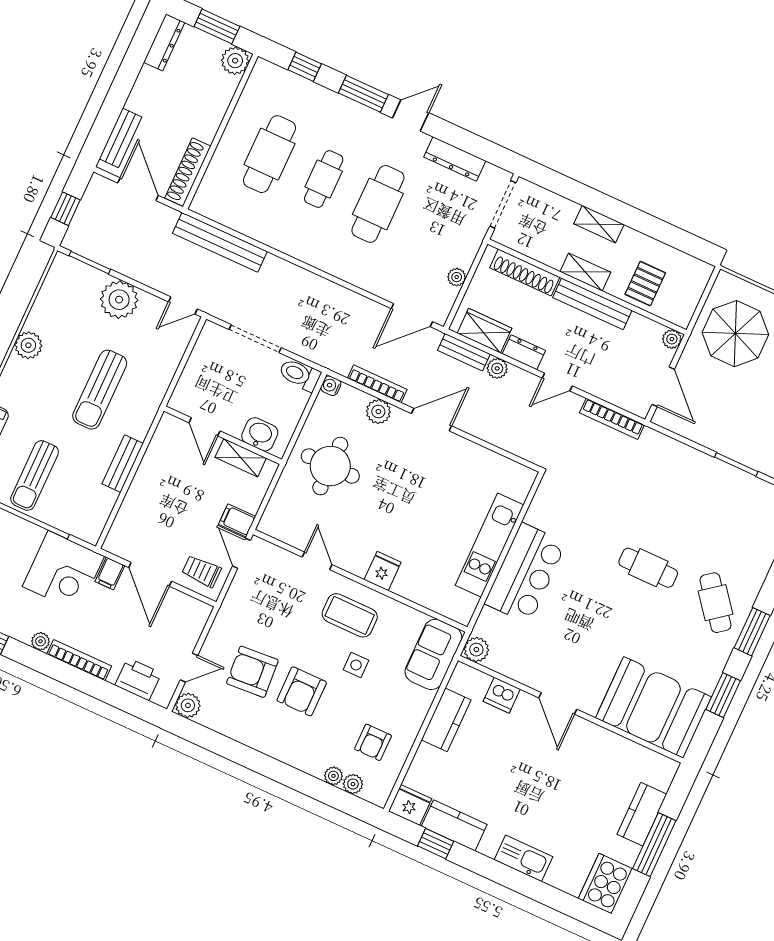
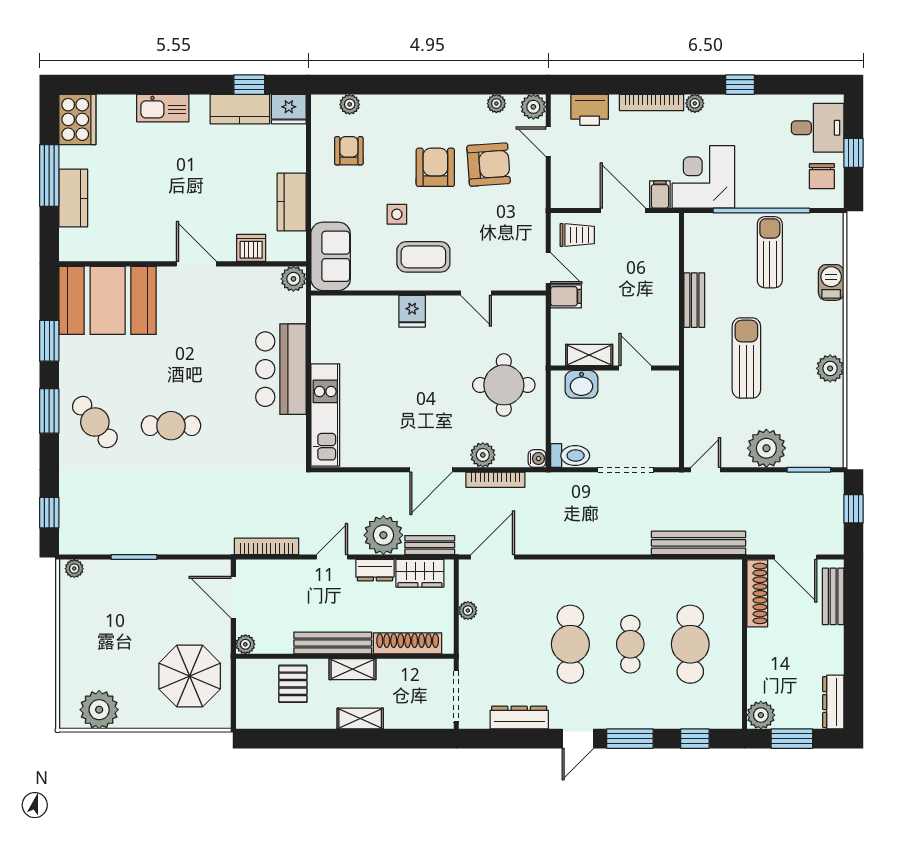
plant: (497, 368) -> (383, 535), width x1.88, depth x1.88
kitchen unit: (490, 545) -> (325, 415), moved
door: (189, 668) -> (548, 142), hinge flipped
plant: (333, 776) -> (496, 104), moved

